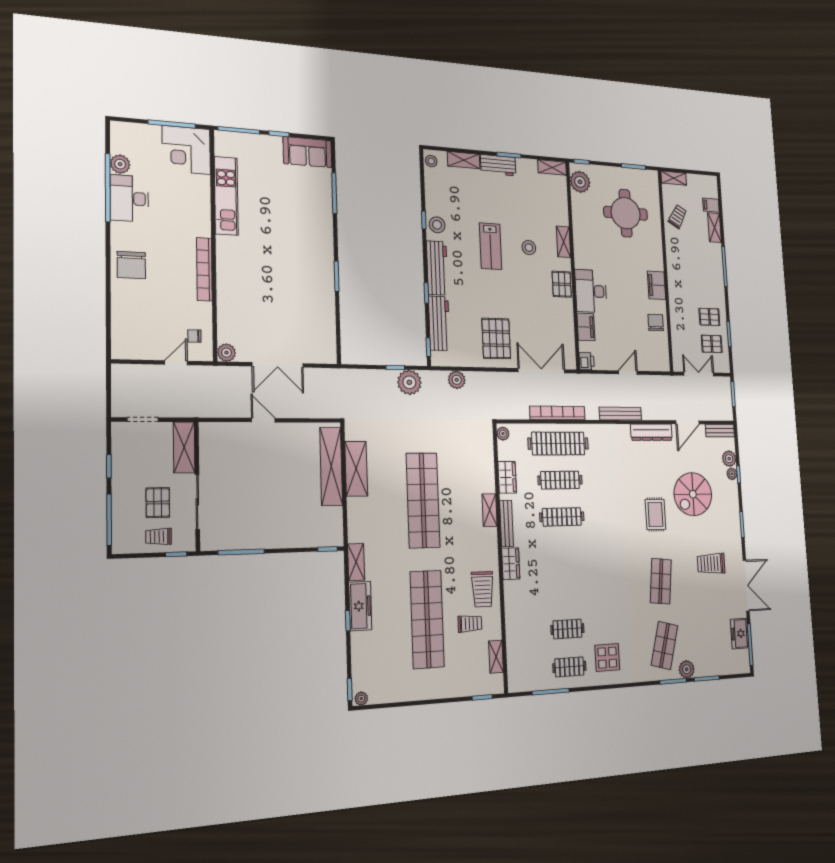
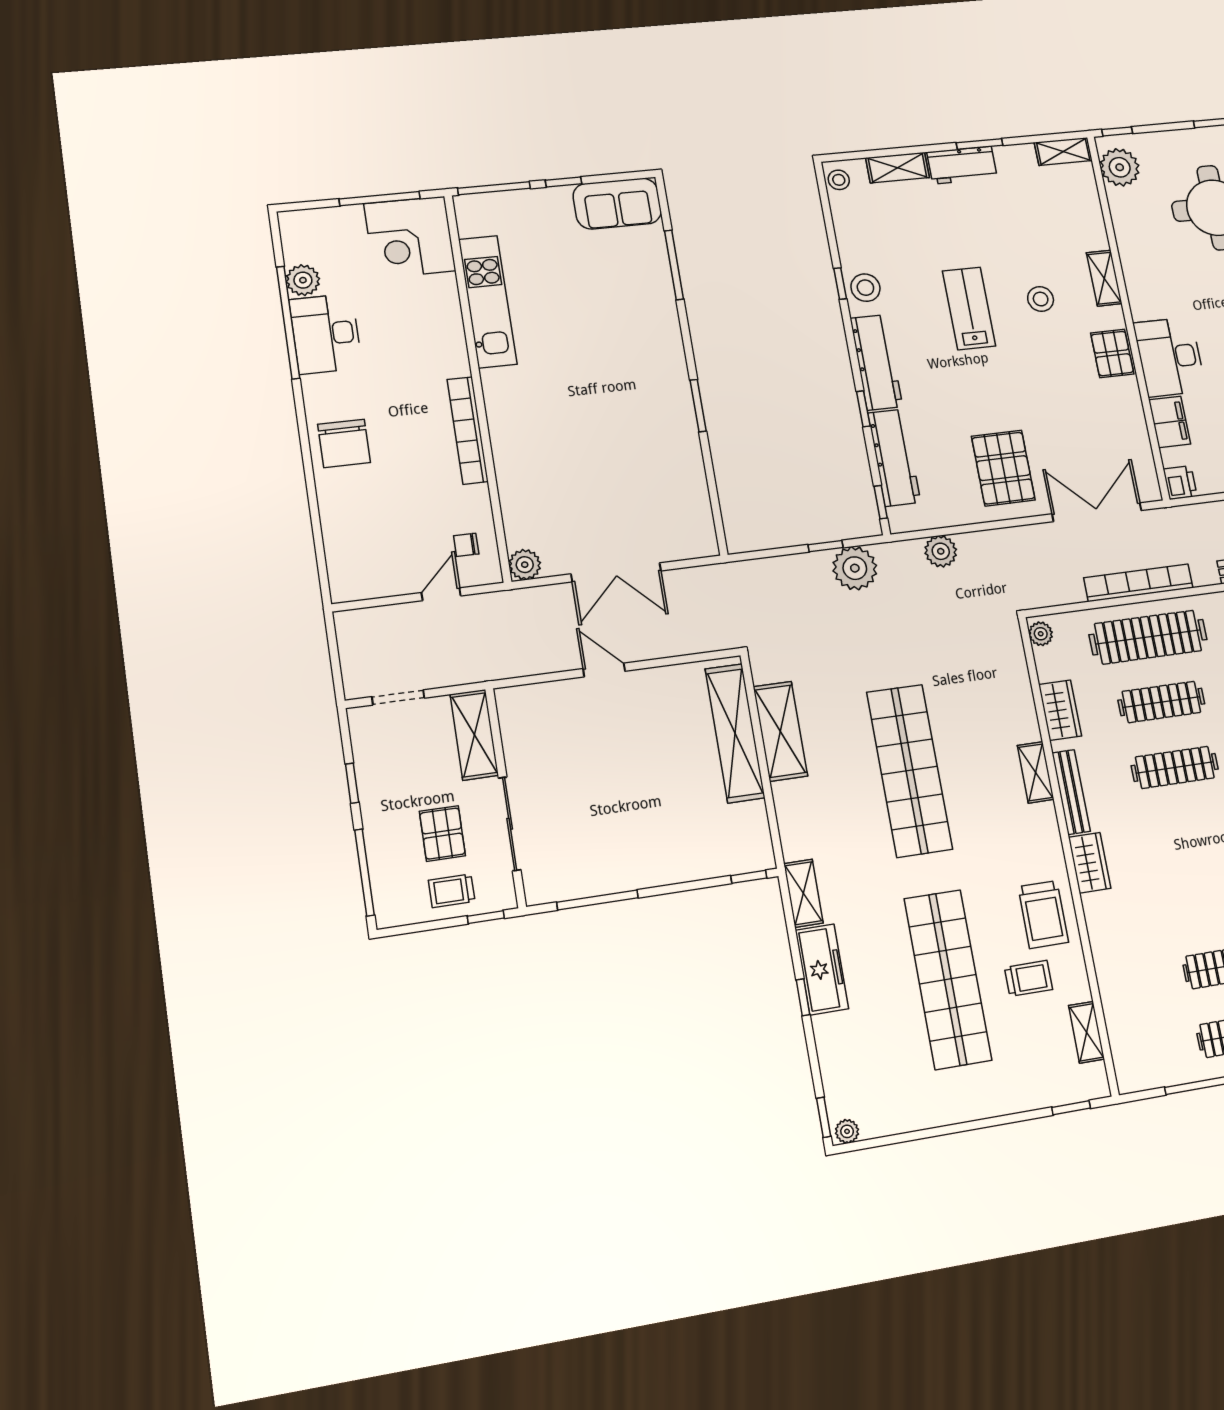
lab bench: (491, 246) -> (969, 308), turned 180

